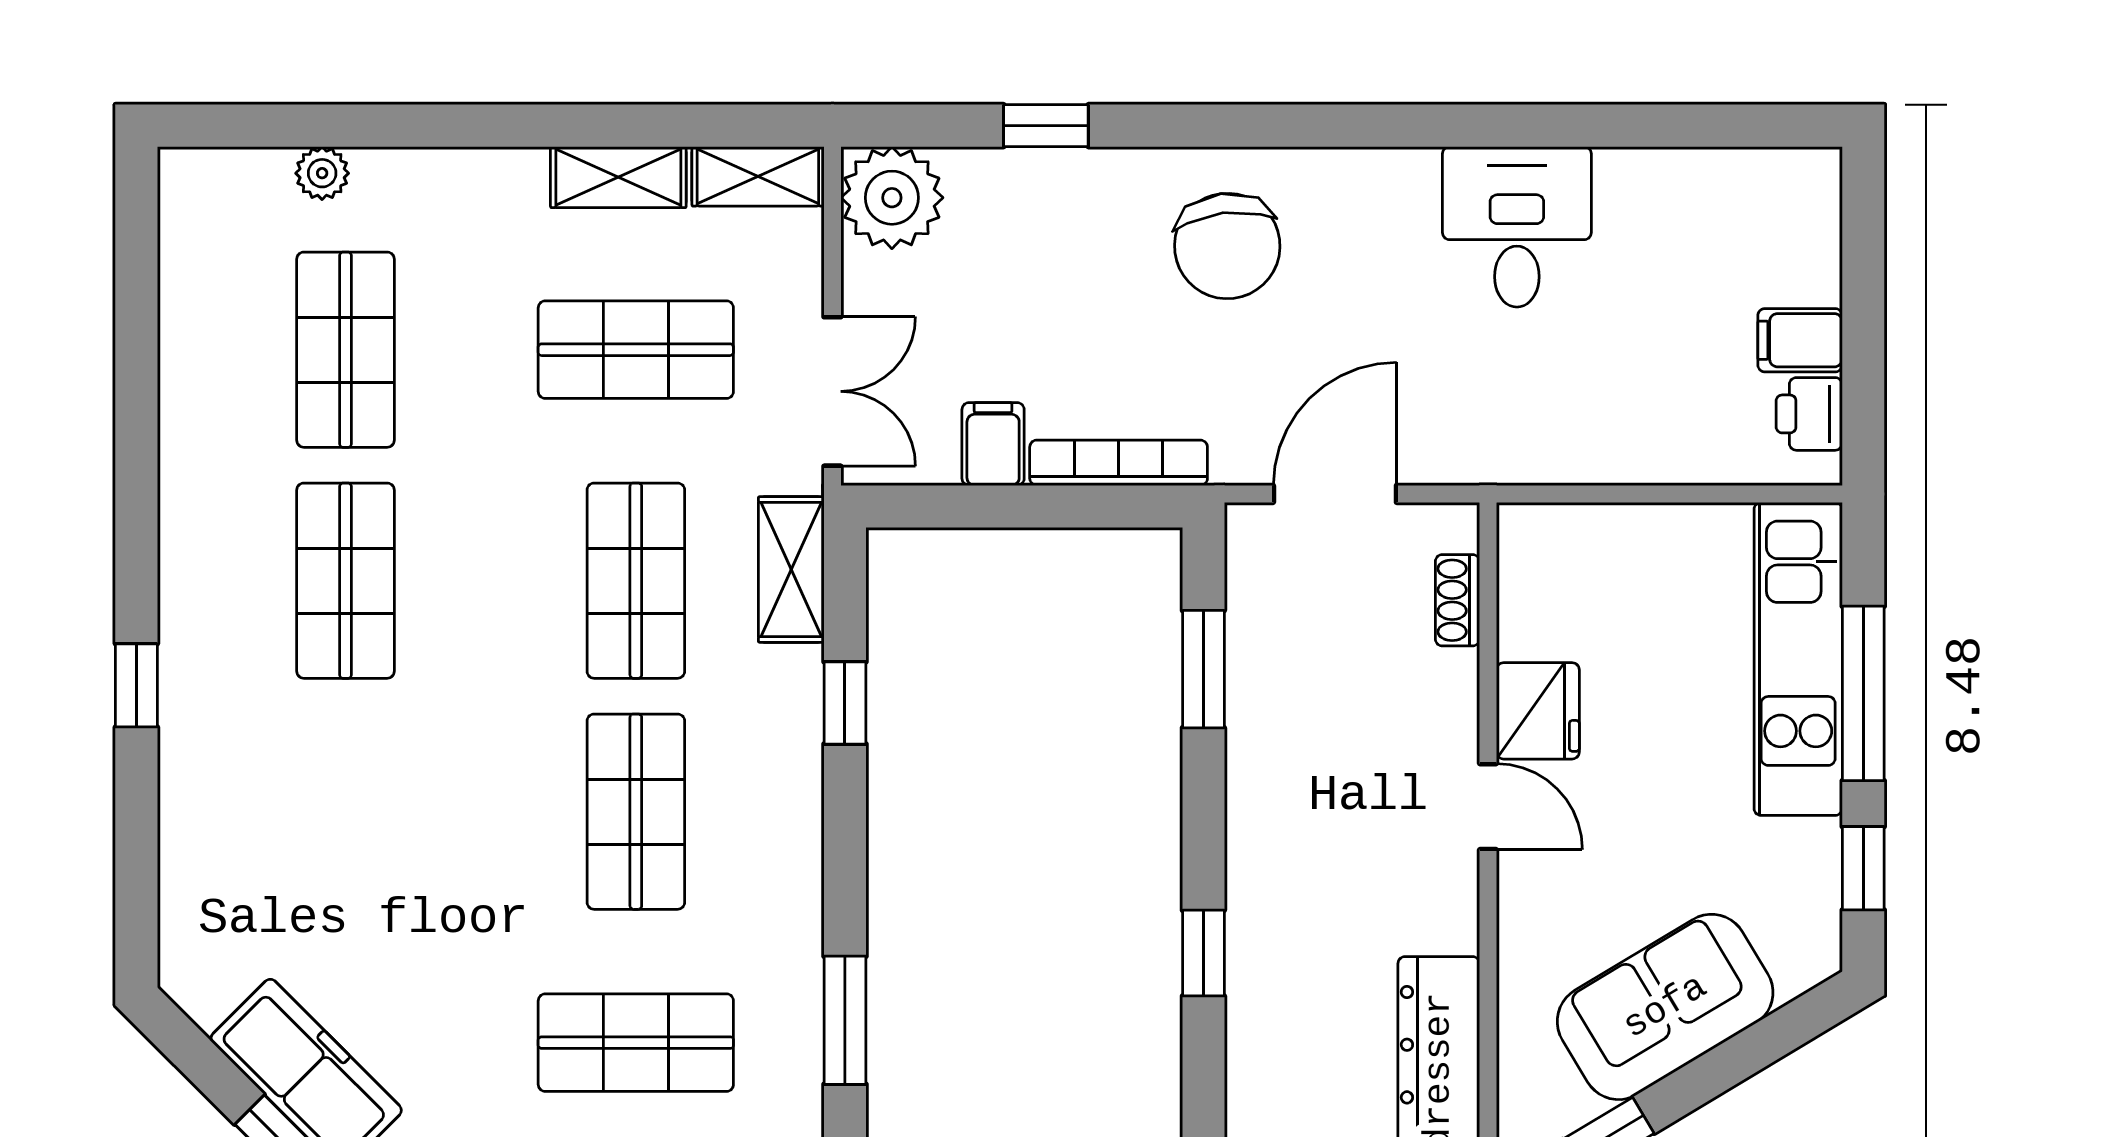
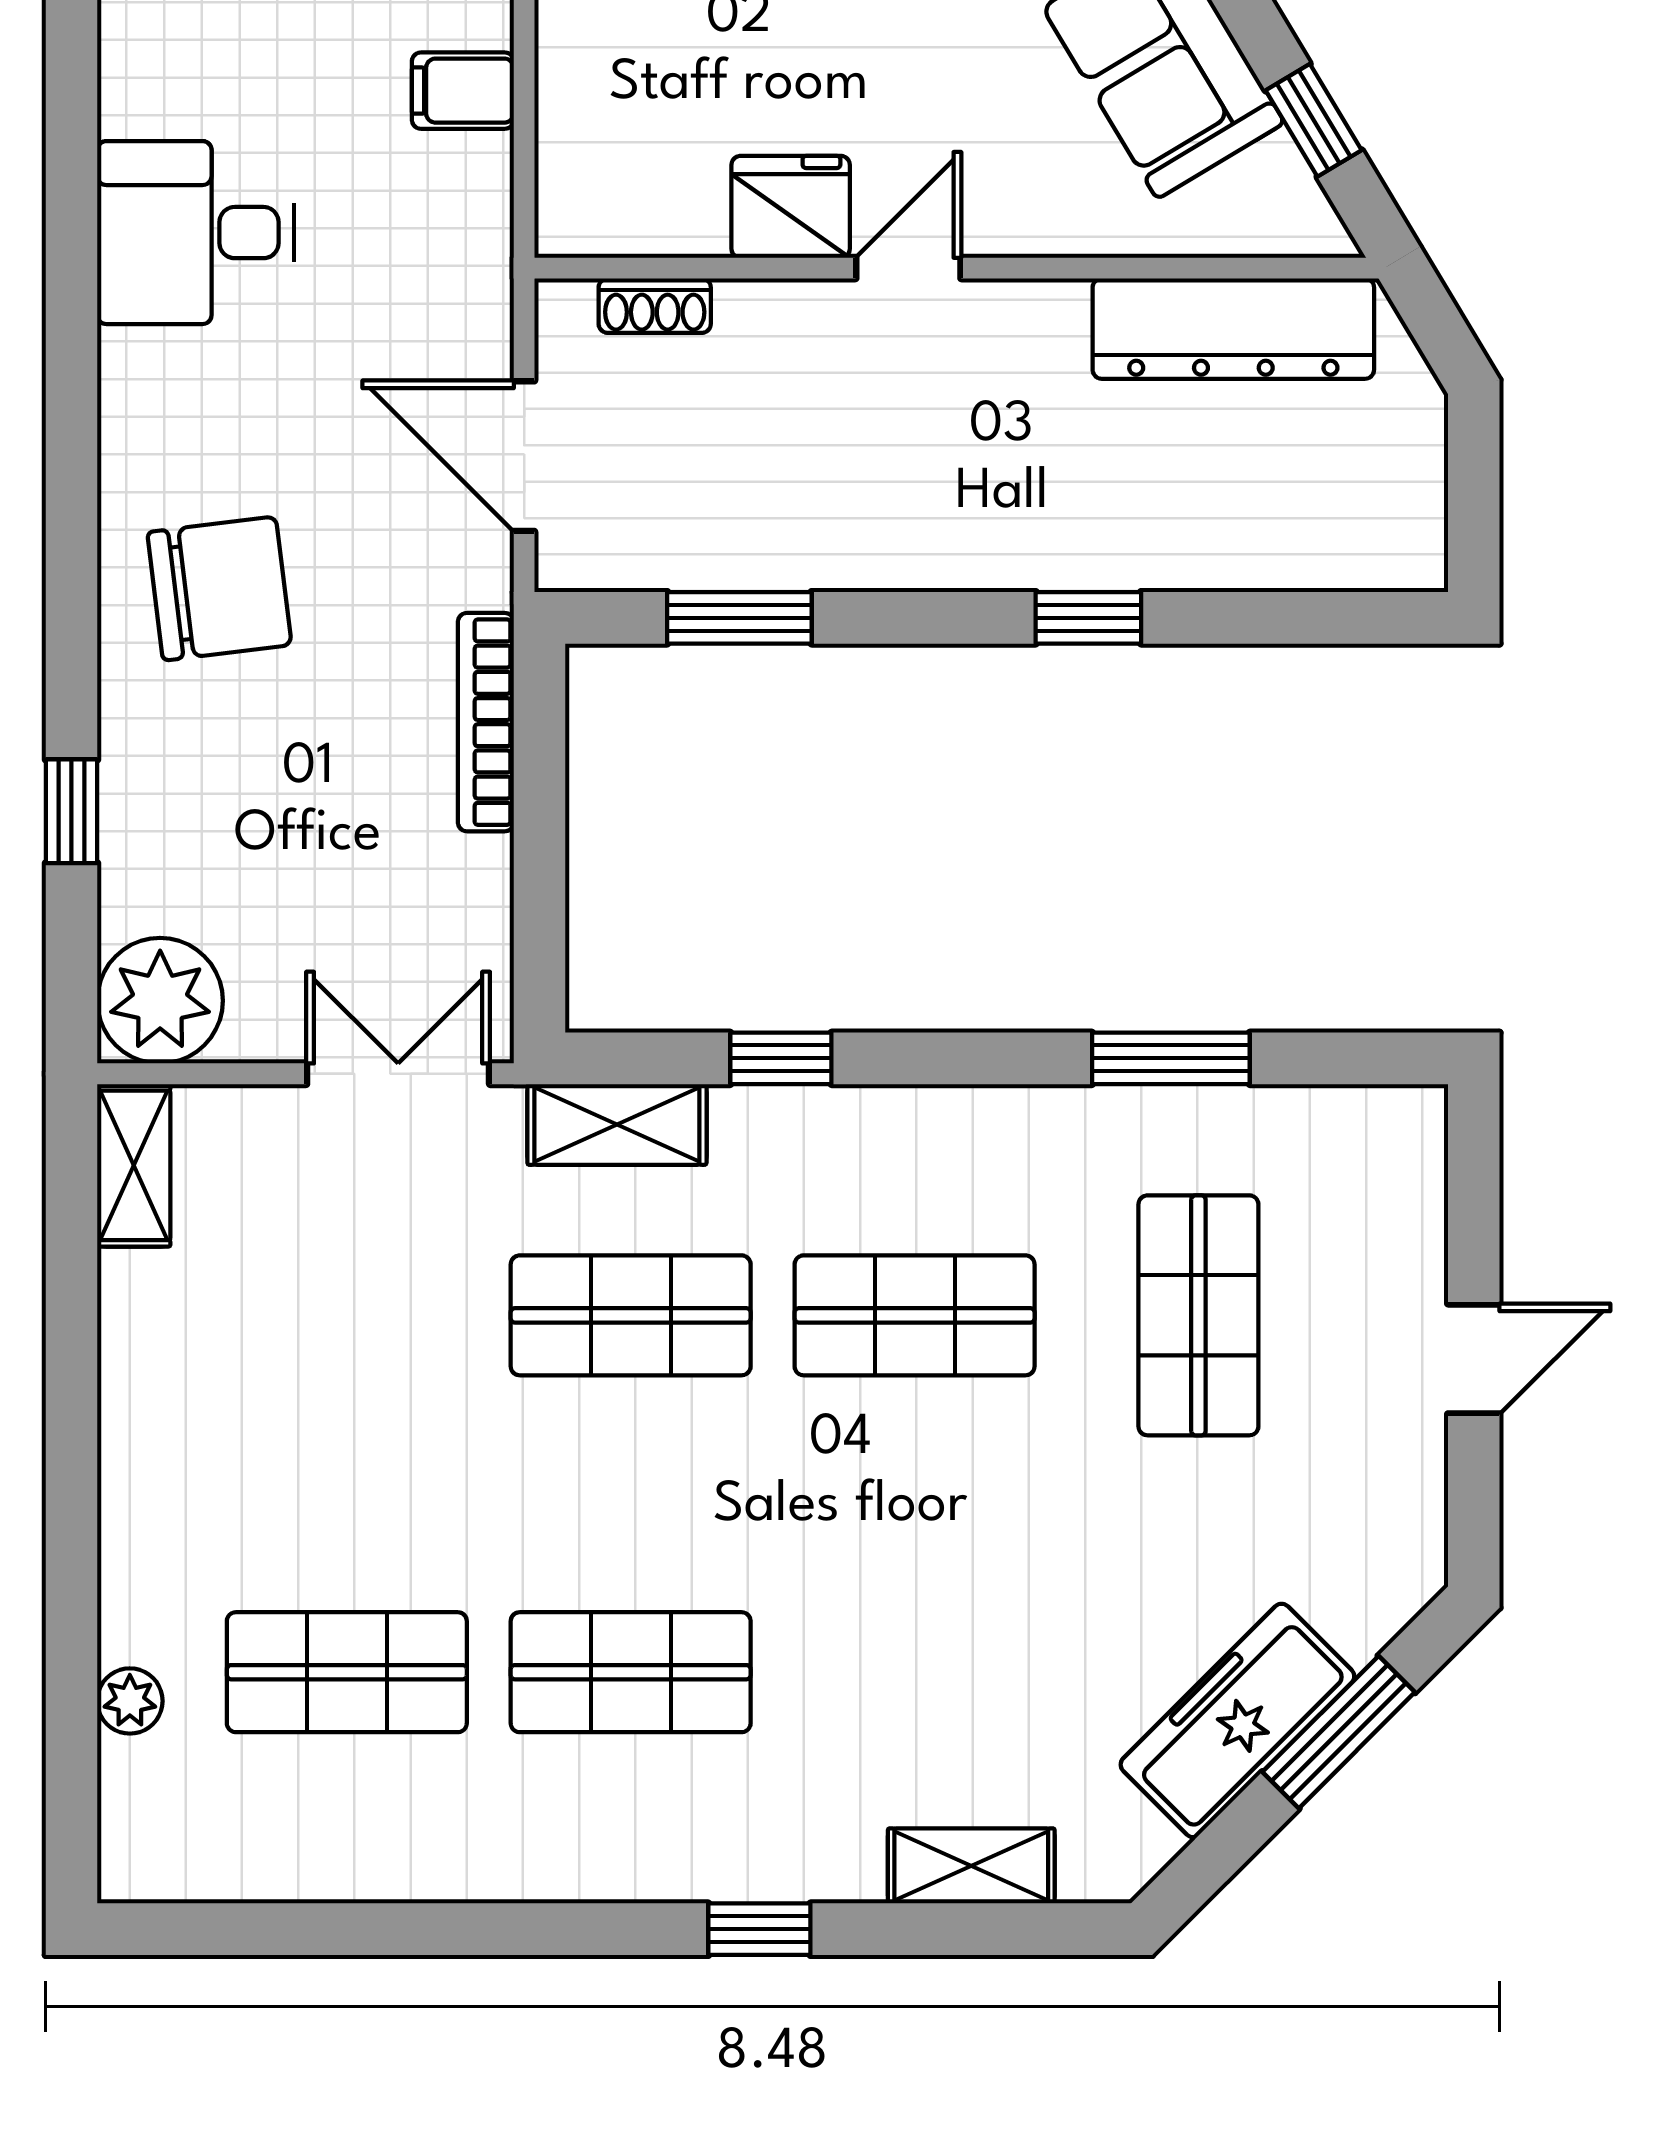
shelving: (618, 177) -> (971, 1866), moved, turned 90
shop shelf: (636, 350) -> (347, 1315), removed
filing cabinet: (993, 444) -> (463, 91), moved

